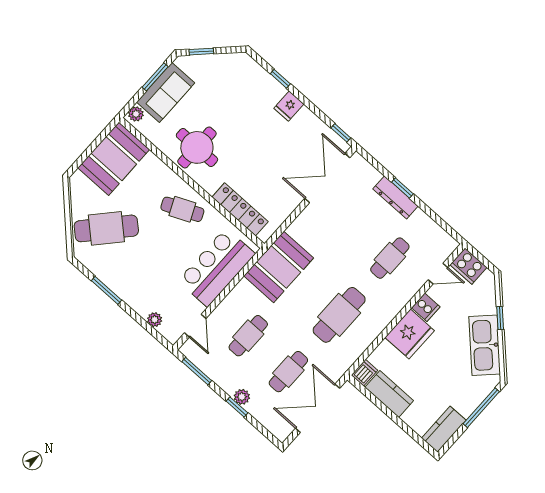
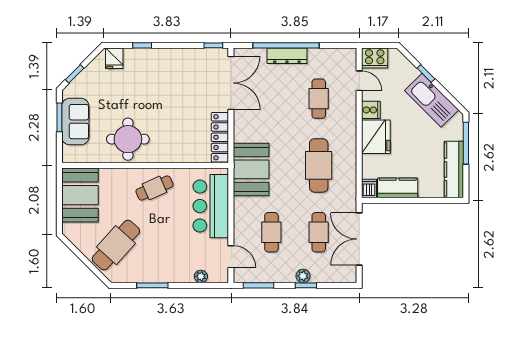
fridge: (289, 106) -> (114, 58), moved
plant: (136, 114) -> (68, 153), removed
double door: (327, 178) -> (231, 83), swing flipped
window: (402, 188) -> (286, 45), width x3.17
locker: (240, 209) -> (220, 137), moved, turned -90
door: (438, 274) -> (359, 81), hinge flipped
kitchen counter: (444, 429) -> (454, 169), width x1.50

